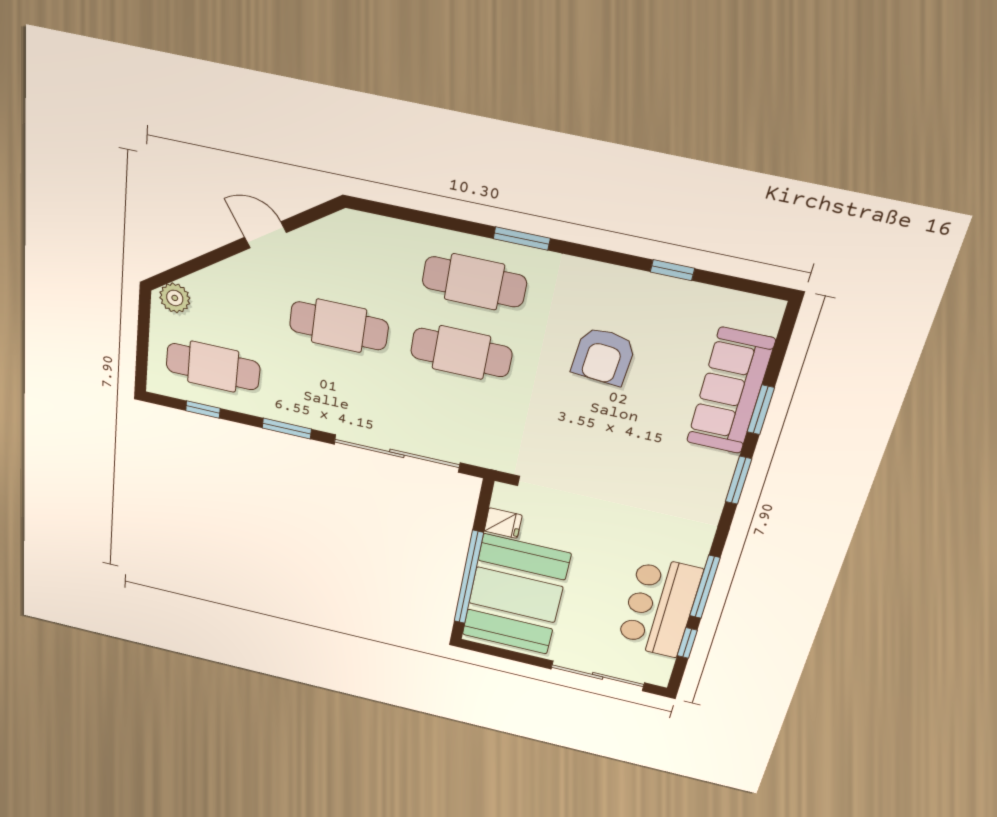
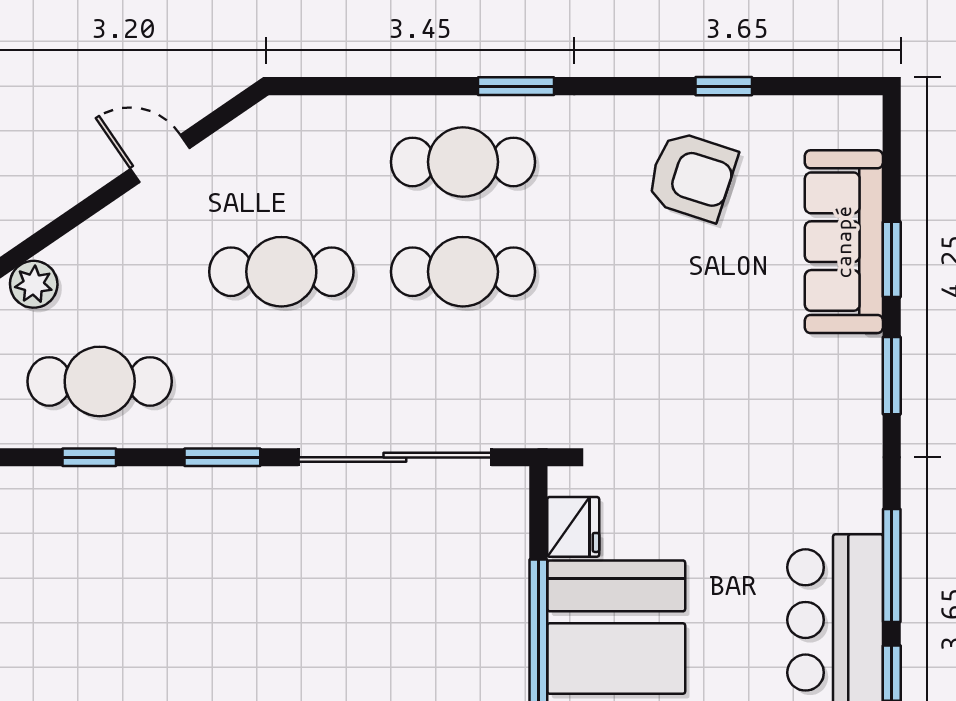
armchair: (603, 356) -> (692, 176), moved, turned -77
fridge: (503, 523) -> (573, 527), width x1.38

